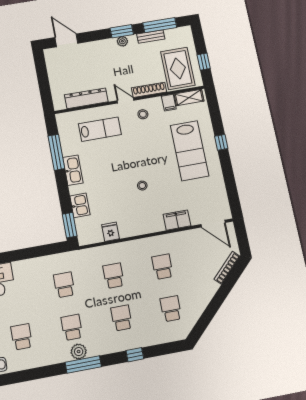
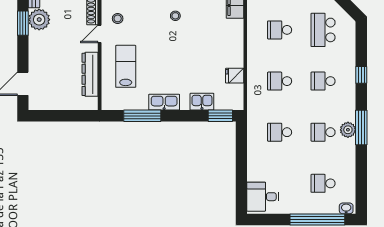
plant: (122, 41) -> (39, 20), width x1.87, depth x1.87
stool: (142, 186) -> (175, 16), moved
school desk: (171, 309) -> (323, 30), width x1.85

